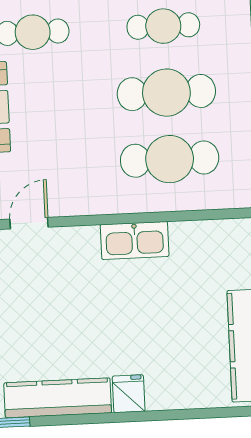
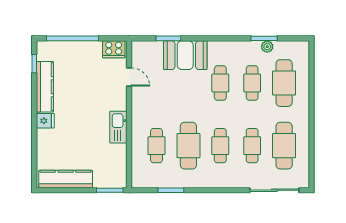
cafe table: (170, 159) -> (157, 146), width x0.73, depth x0.74

